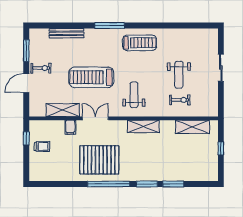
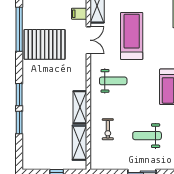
weight bench: (179, 75) -> (147, 136), moved
shelving: (143, 126) -> (80, 107), moved
pallet: (99, 160) -> (45, 44), turned 90
window: (109, 184) -> (19, 29), moved

